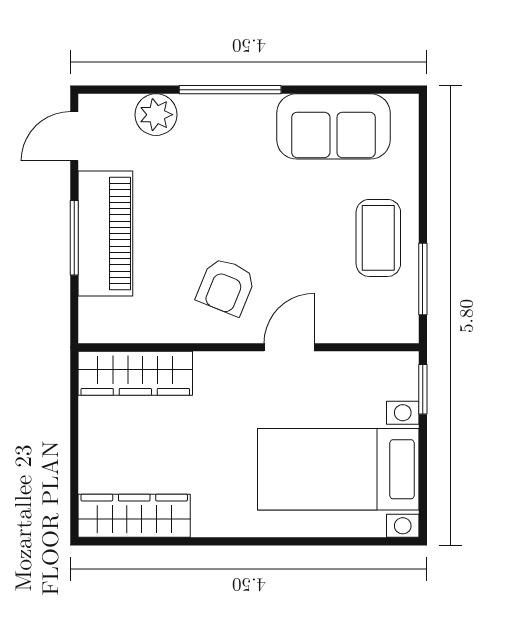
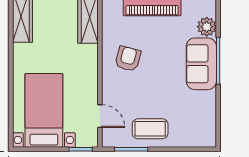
sofa: (333, 126) -> (201, 64), moved
armchair: (226, 287) -> (128, 59), turned 83
door: (289, 347) -> (100, 116), moved

